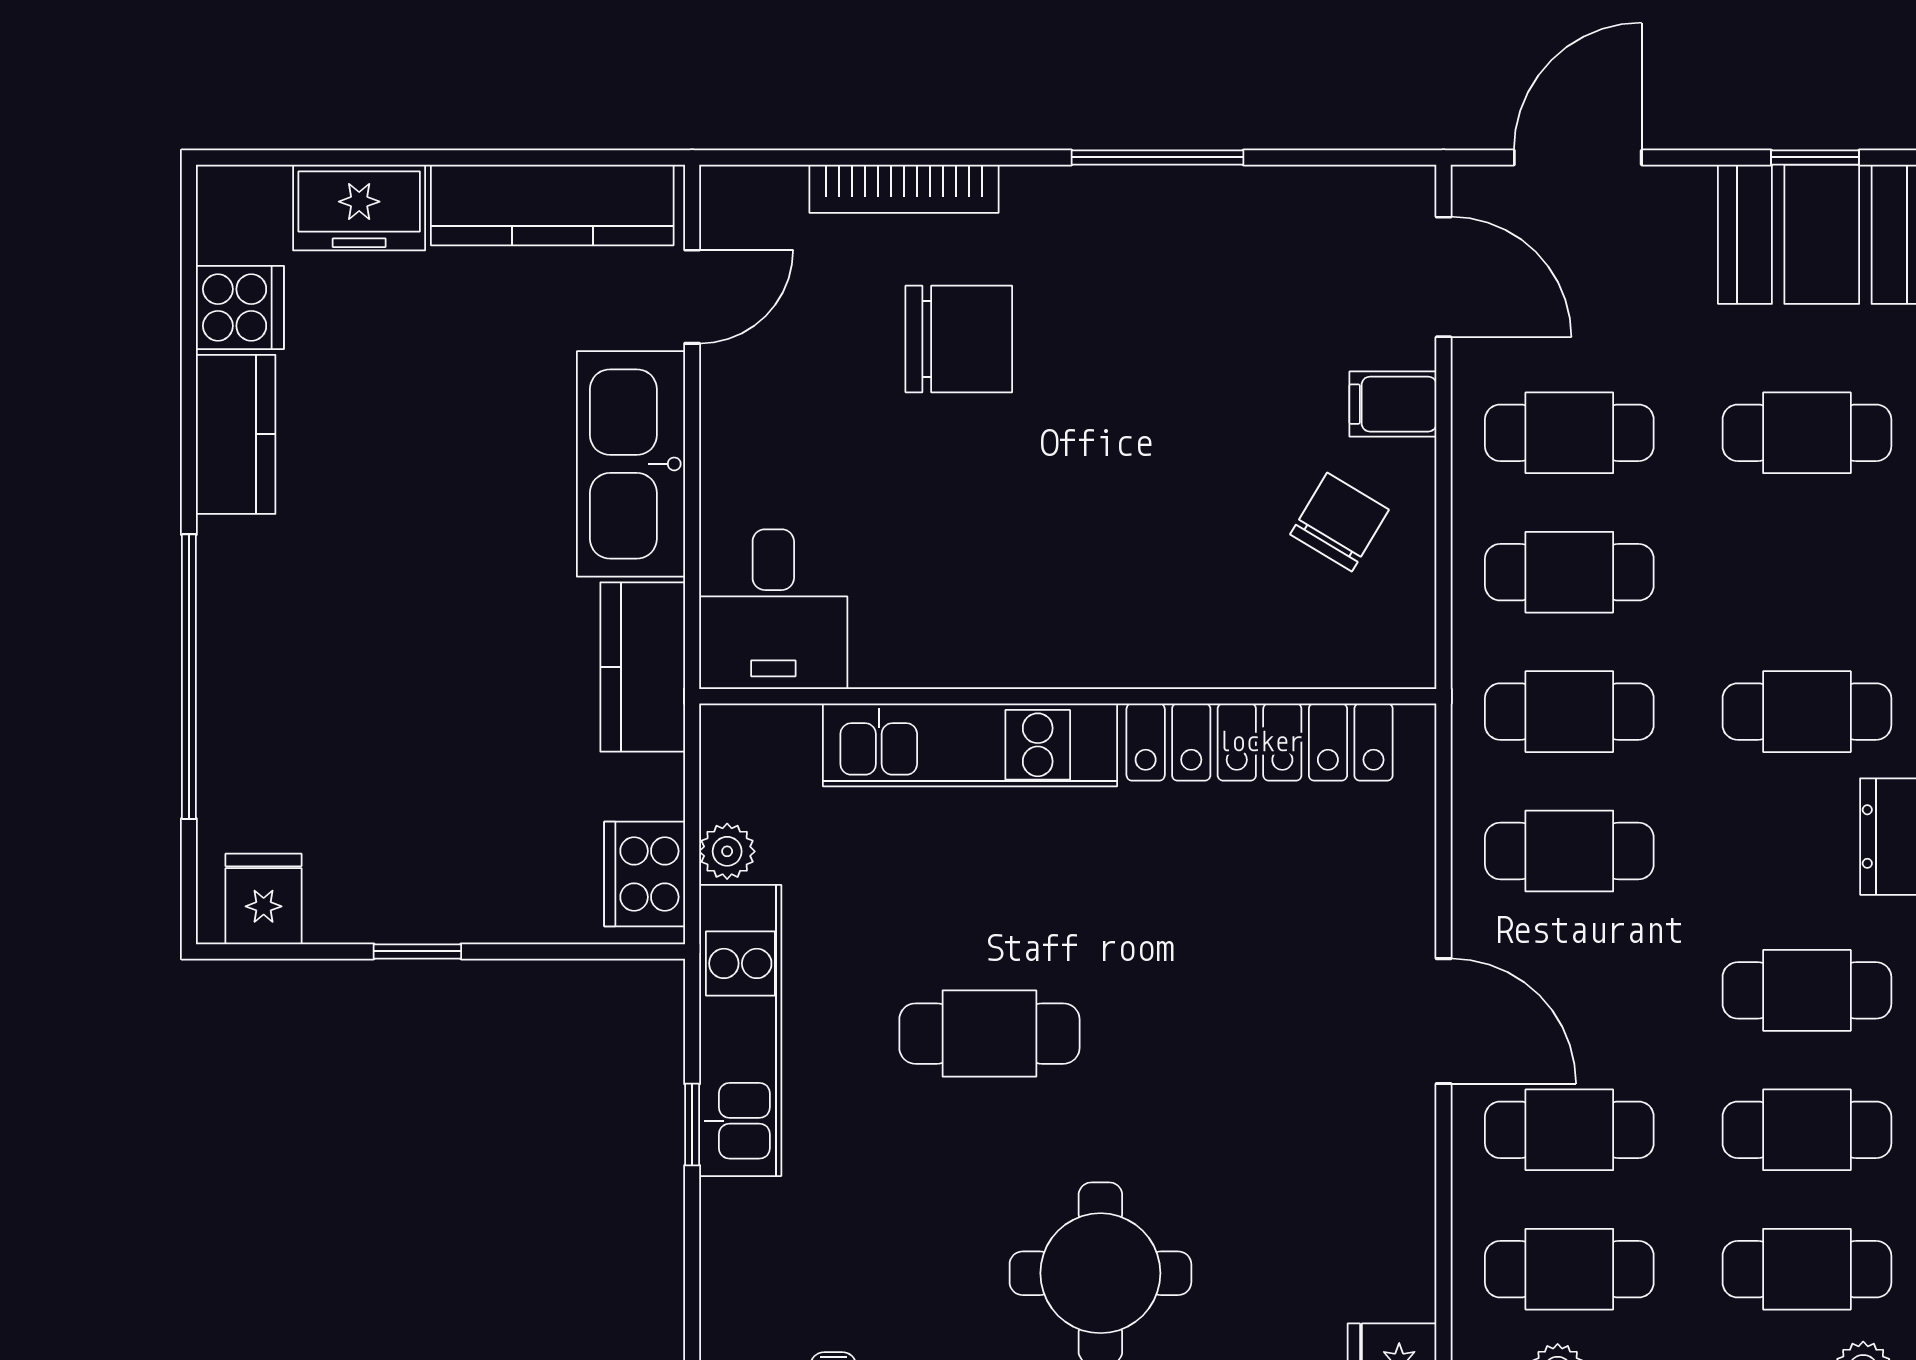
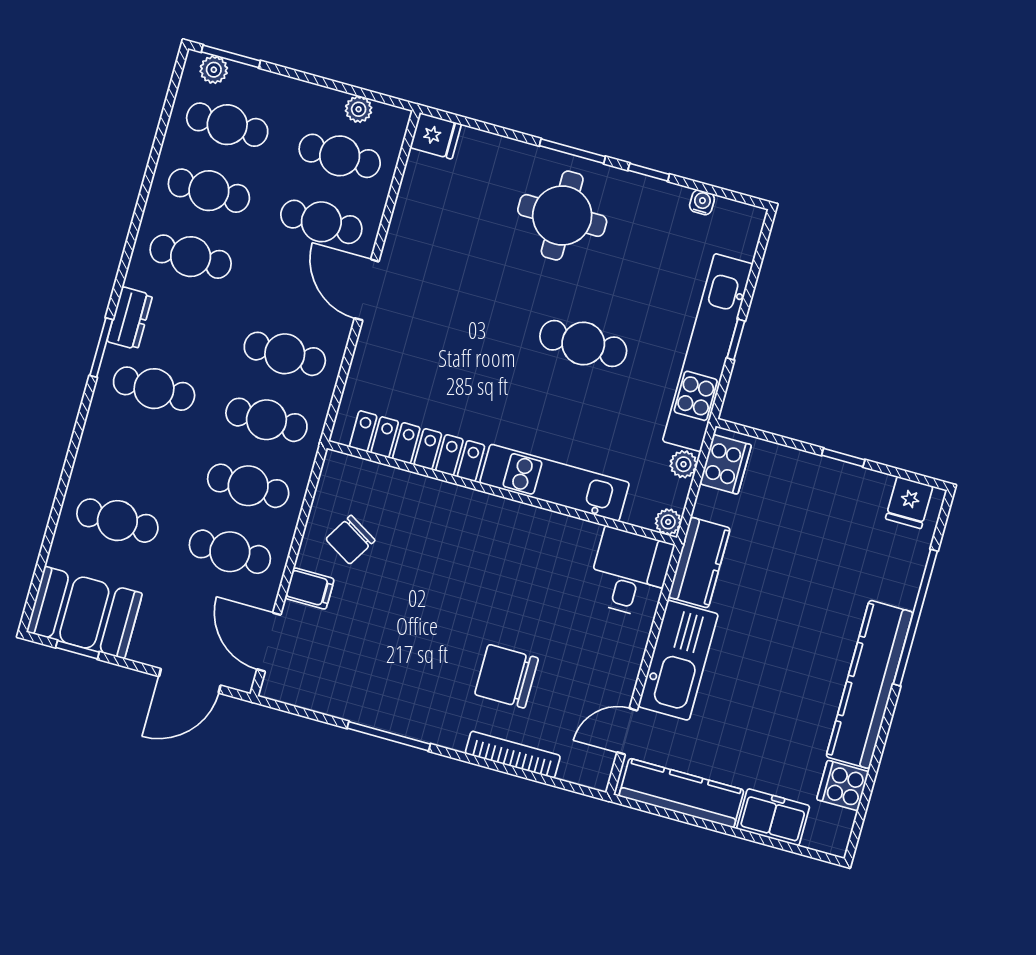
kitchen counter: (236, 434) -> (870, 684), width x2.08, depth x1.17
plant: (726, 730) -> (668, 522), added
kitchen unit: (740, 1030) -> (708, 353), width x1.36

